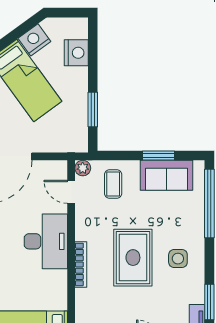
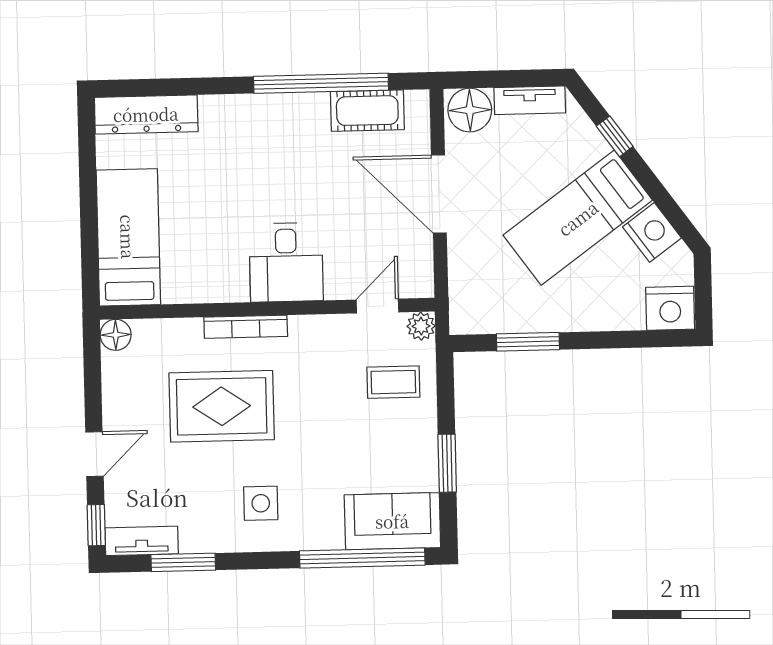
nightstand: (76, 53) -> (670, 308), moved
sofa: (167, 175) -> (392, 521), moved, turned 90
desk: (46, 241) -> (286, 262), width x0.73
rug: (133, 258) -> (222, 406), moved

